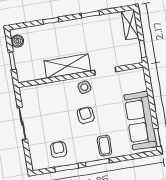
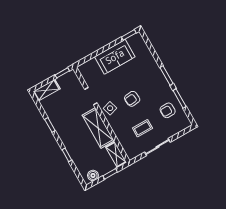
shelving: (31, 75) -> (116, 155), added
sofa: (140, 121) -> (115, 57), width x0.73
coffee table: (105, 146) -> (142, 128), moved

